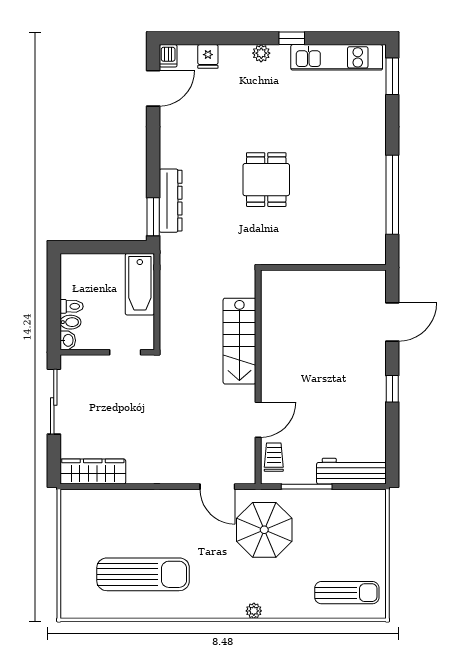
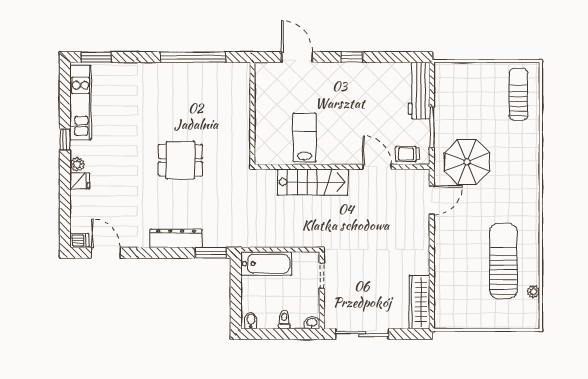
fridge: (208, 56) -> (80, 181), moved
dresser: (171, 201) -> (176, 238), moved
bidet: (70, 322) -> (251, 320), moved
lab bench: (294, 331) -> (304, 137), added
plant: (254, 611) -> (533, 292), moved

